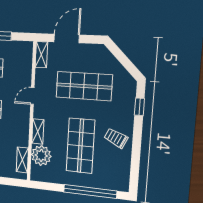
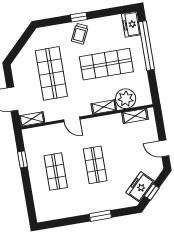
window: (139, 107) -> (79, 17), moved
trolley: (116, 138) -> (80, 34), moved
freezer: (116, 182) -> (131, 24), added

